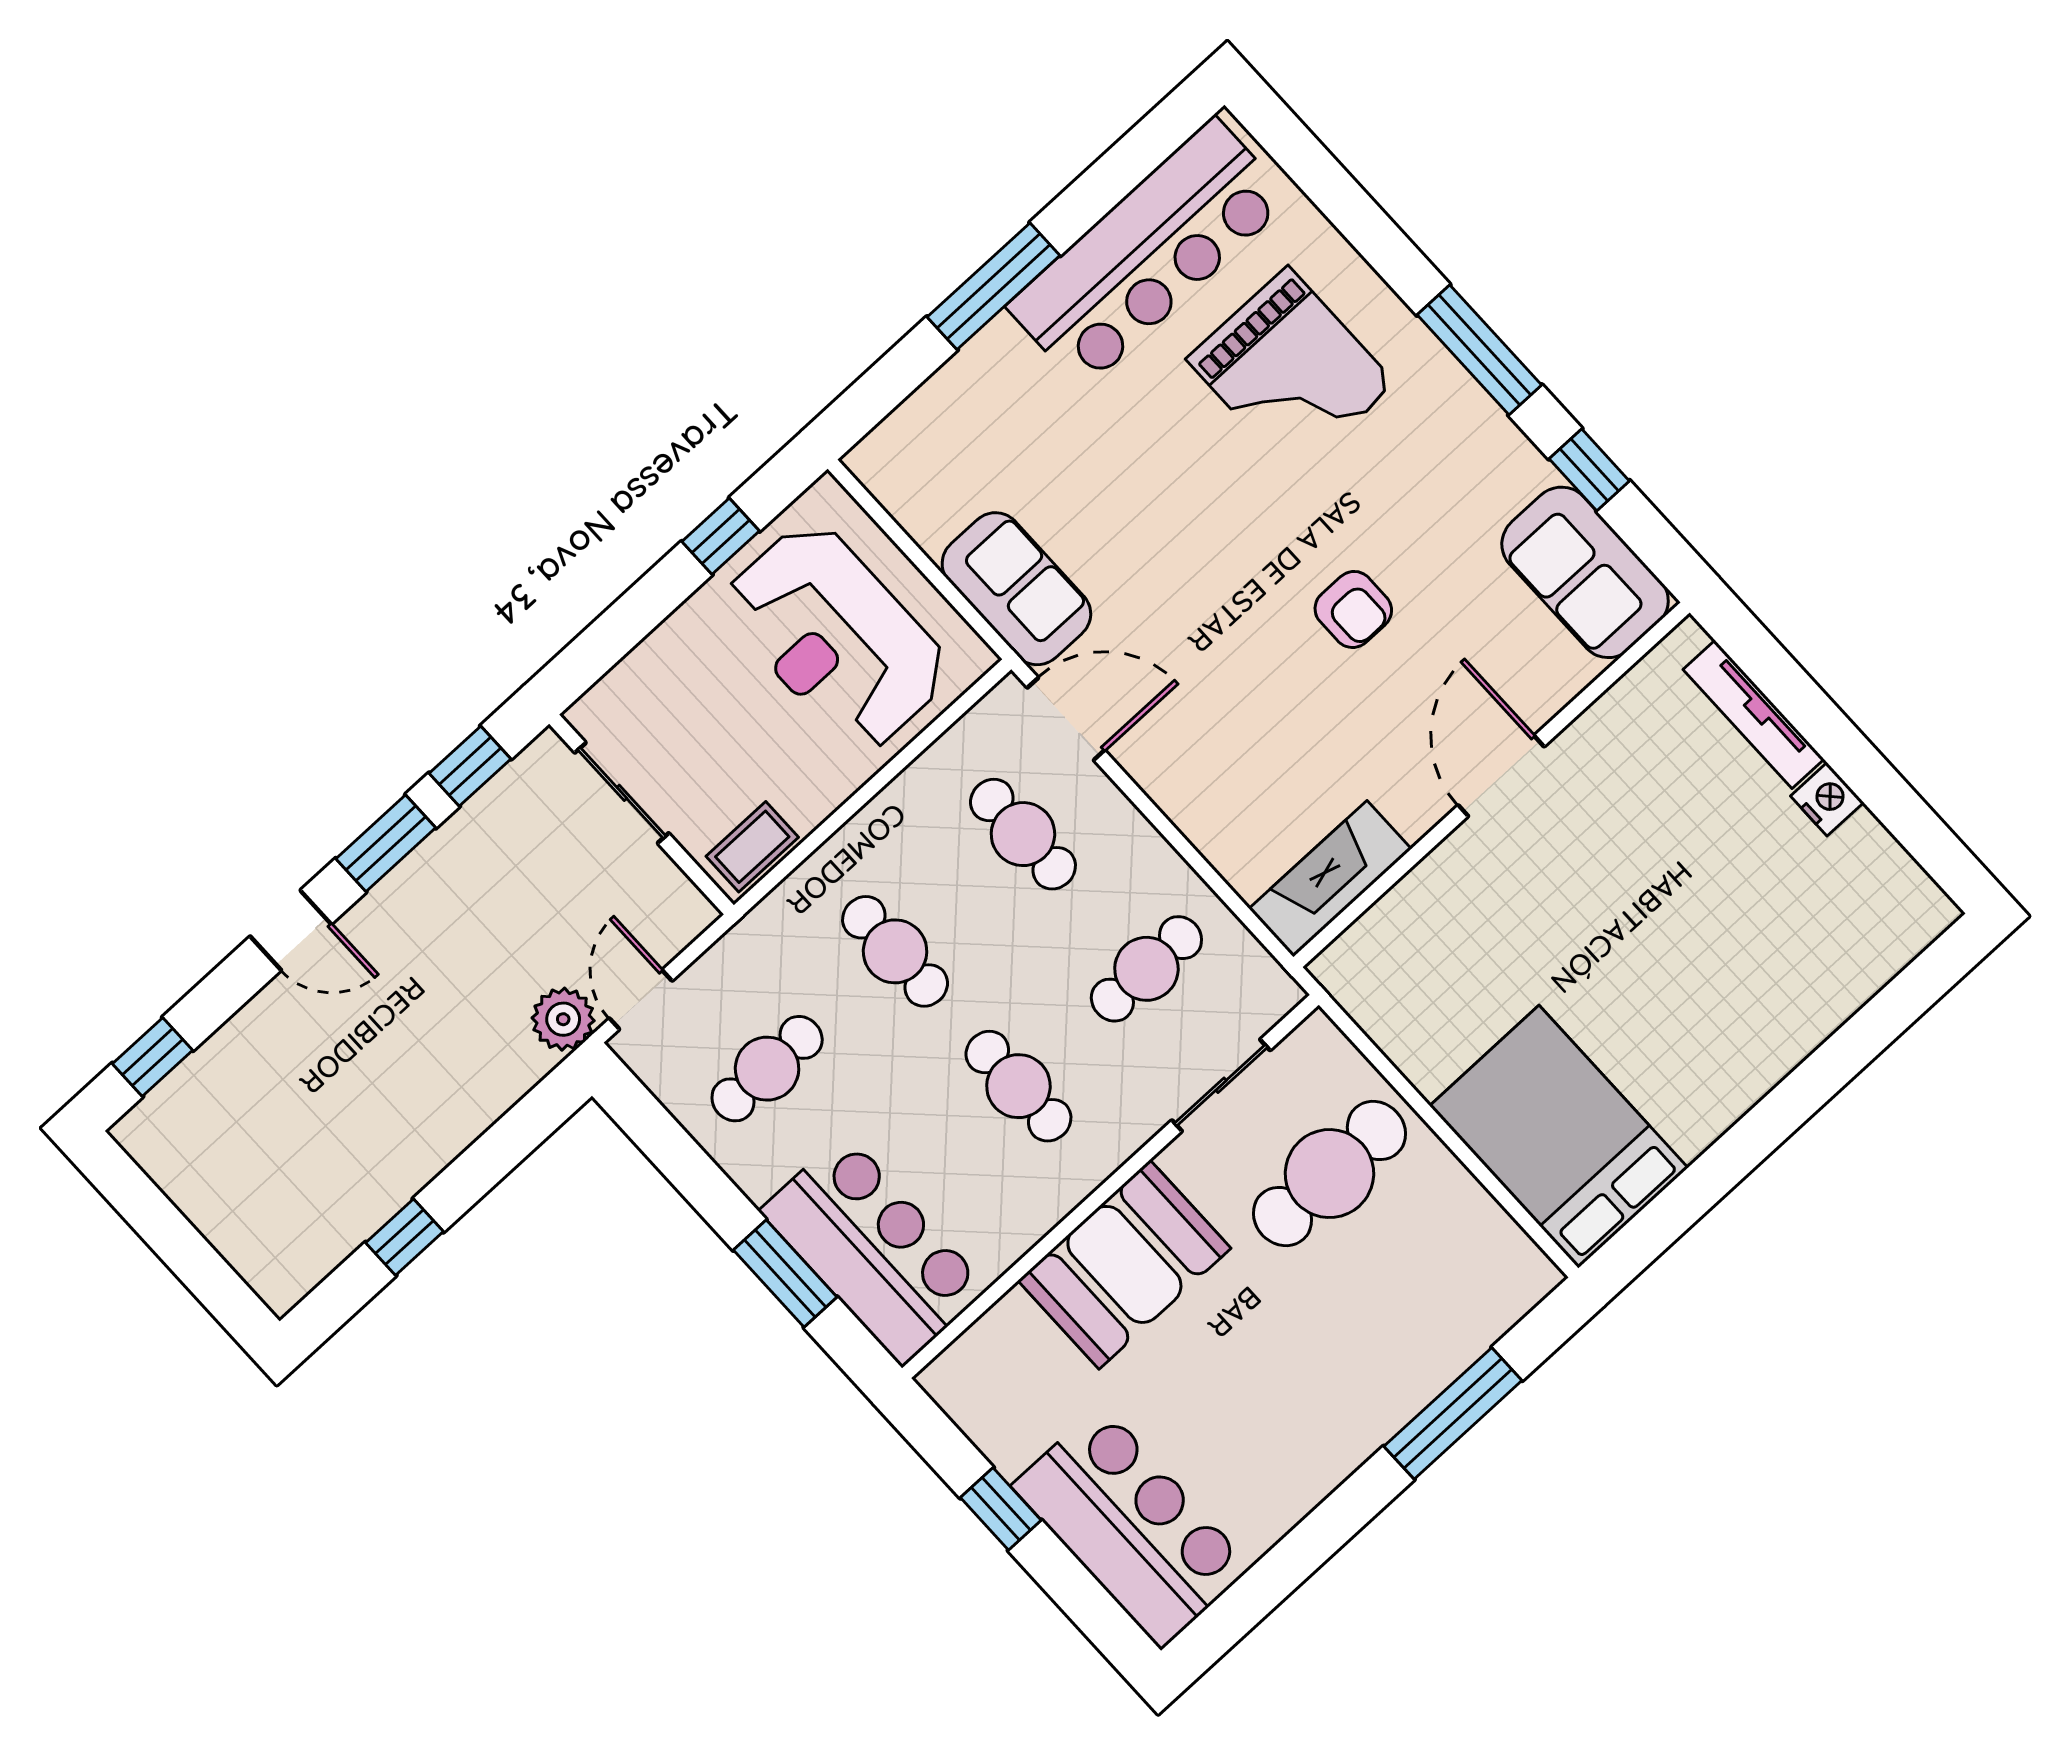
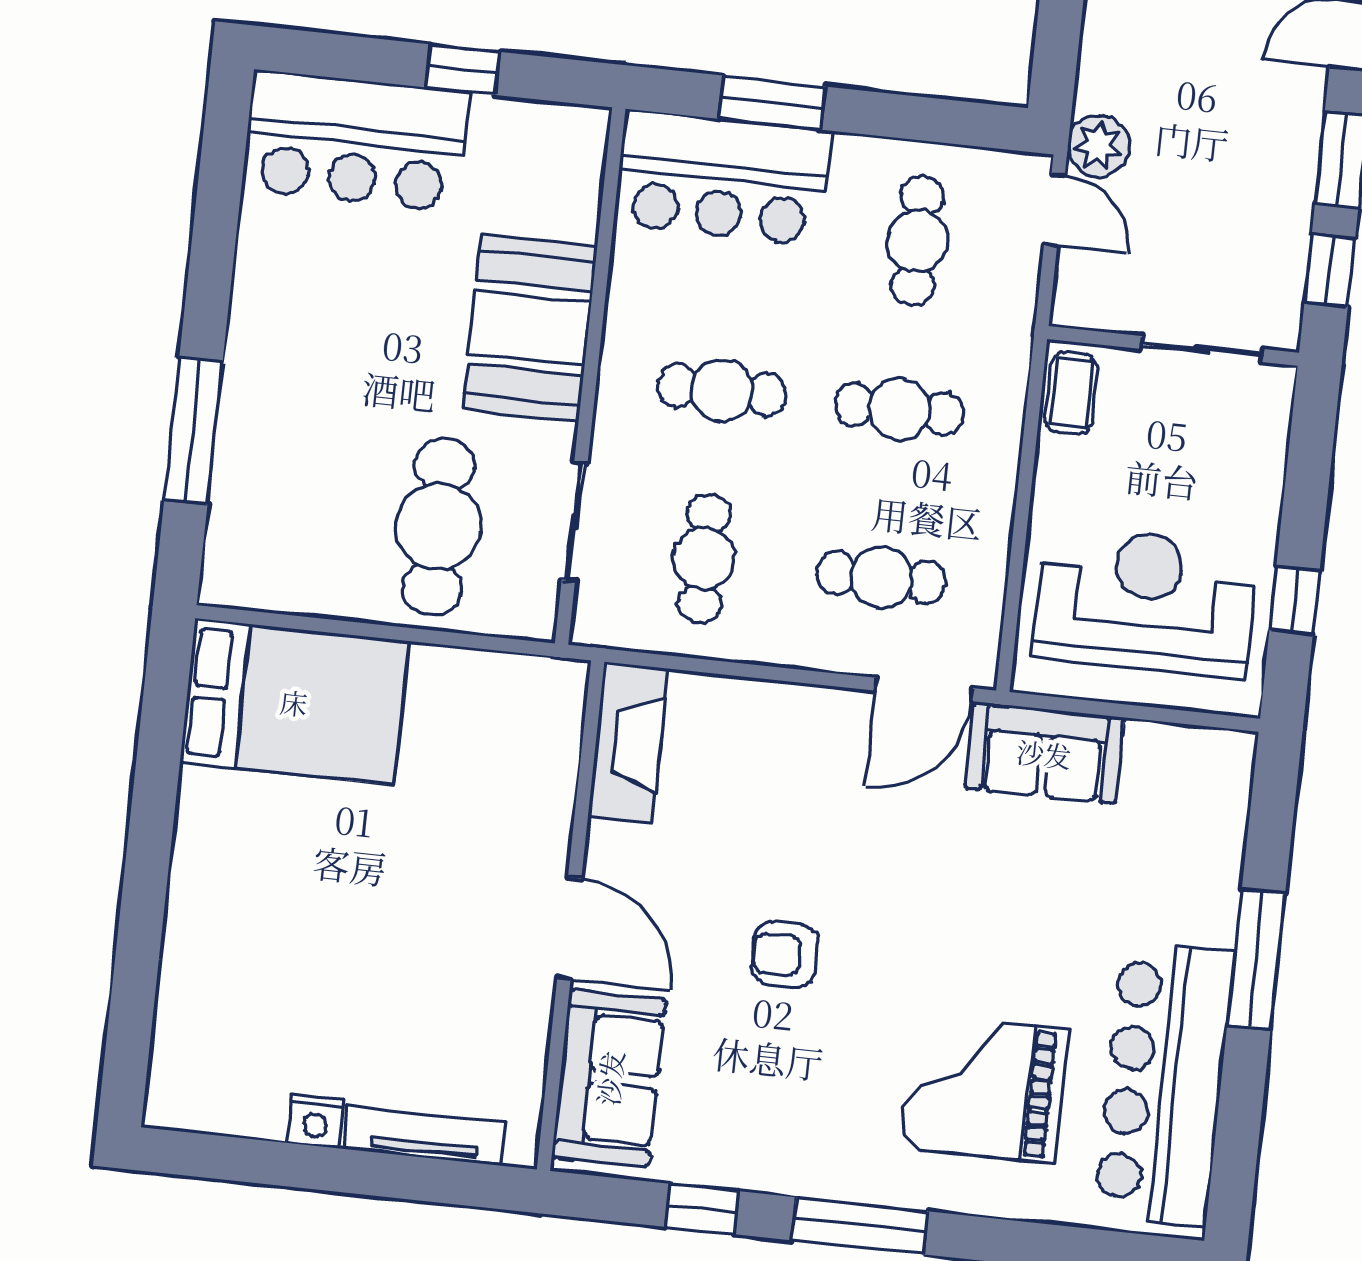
sofa: (1585, 572) -> (609, 1078), moved, turned 90

